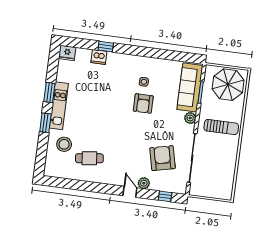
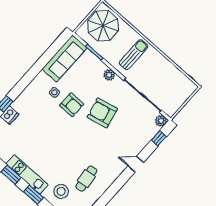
sofa: (190, 87) -> (65, 58), moved, turned -90
armchair: (163, 158) -> (102, 113), moved
plant: (144, 183) -> (161, 121), moved

